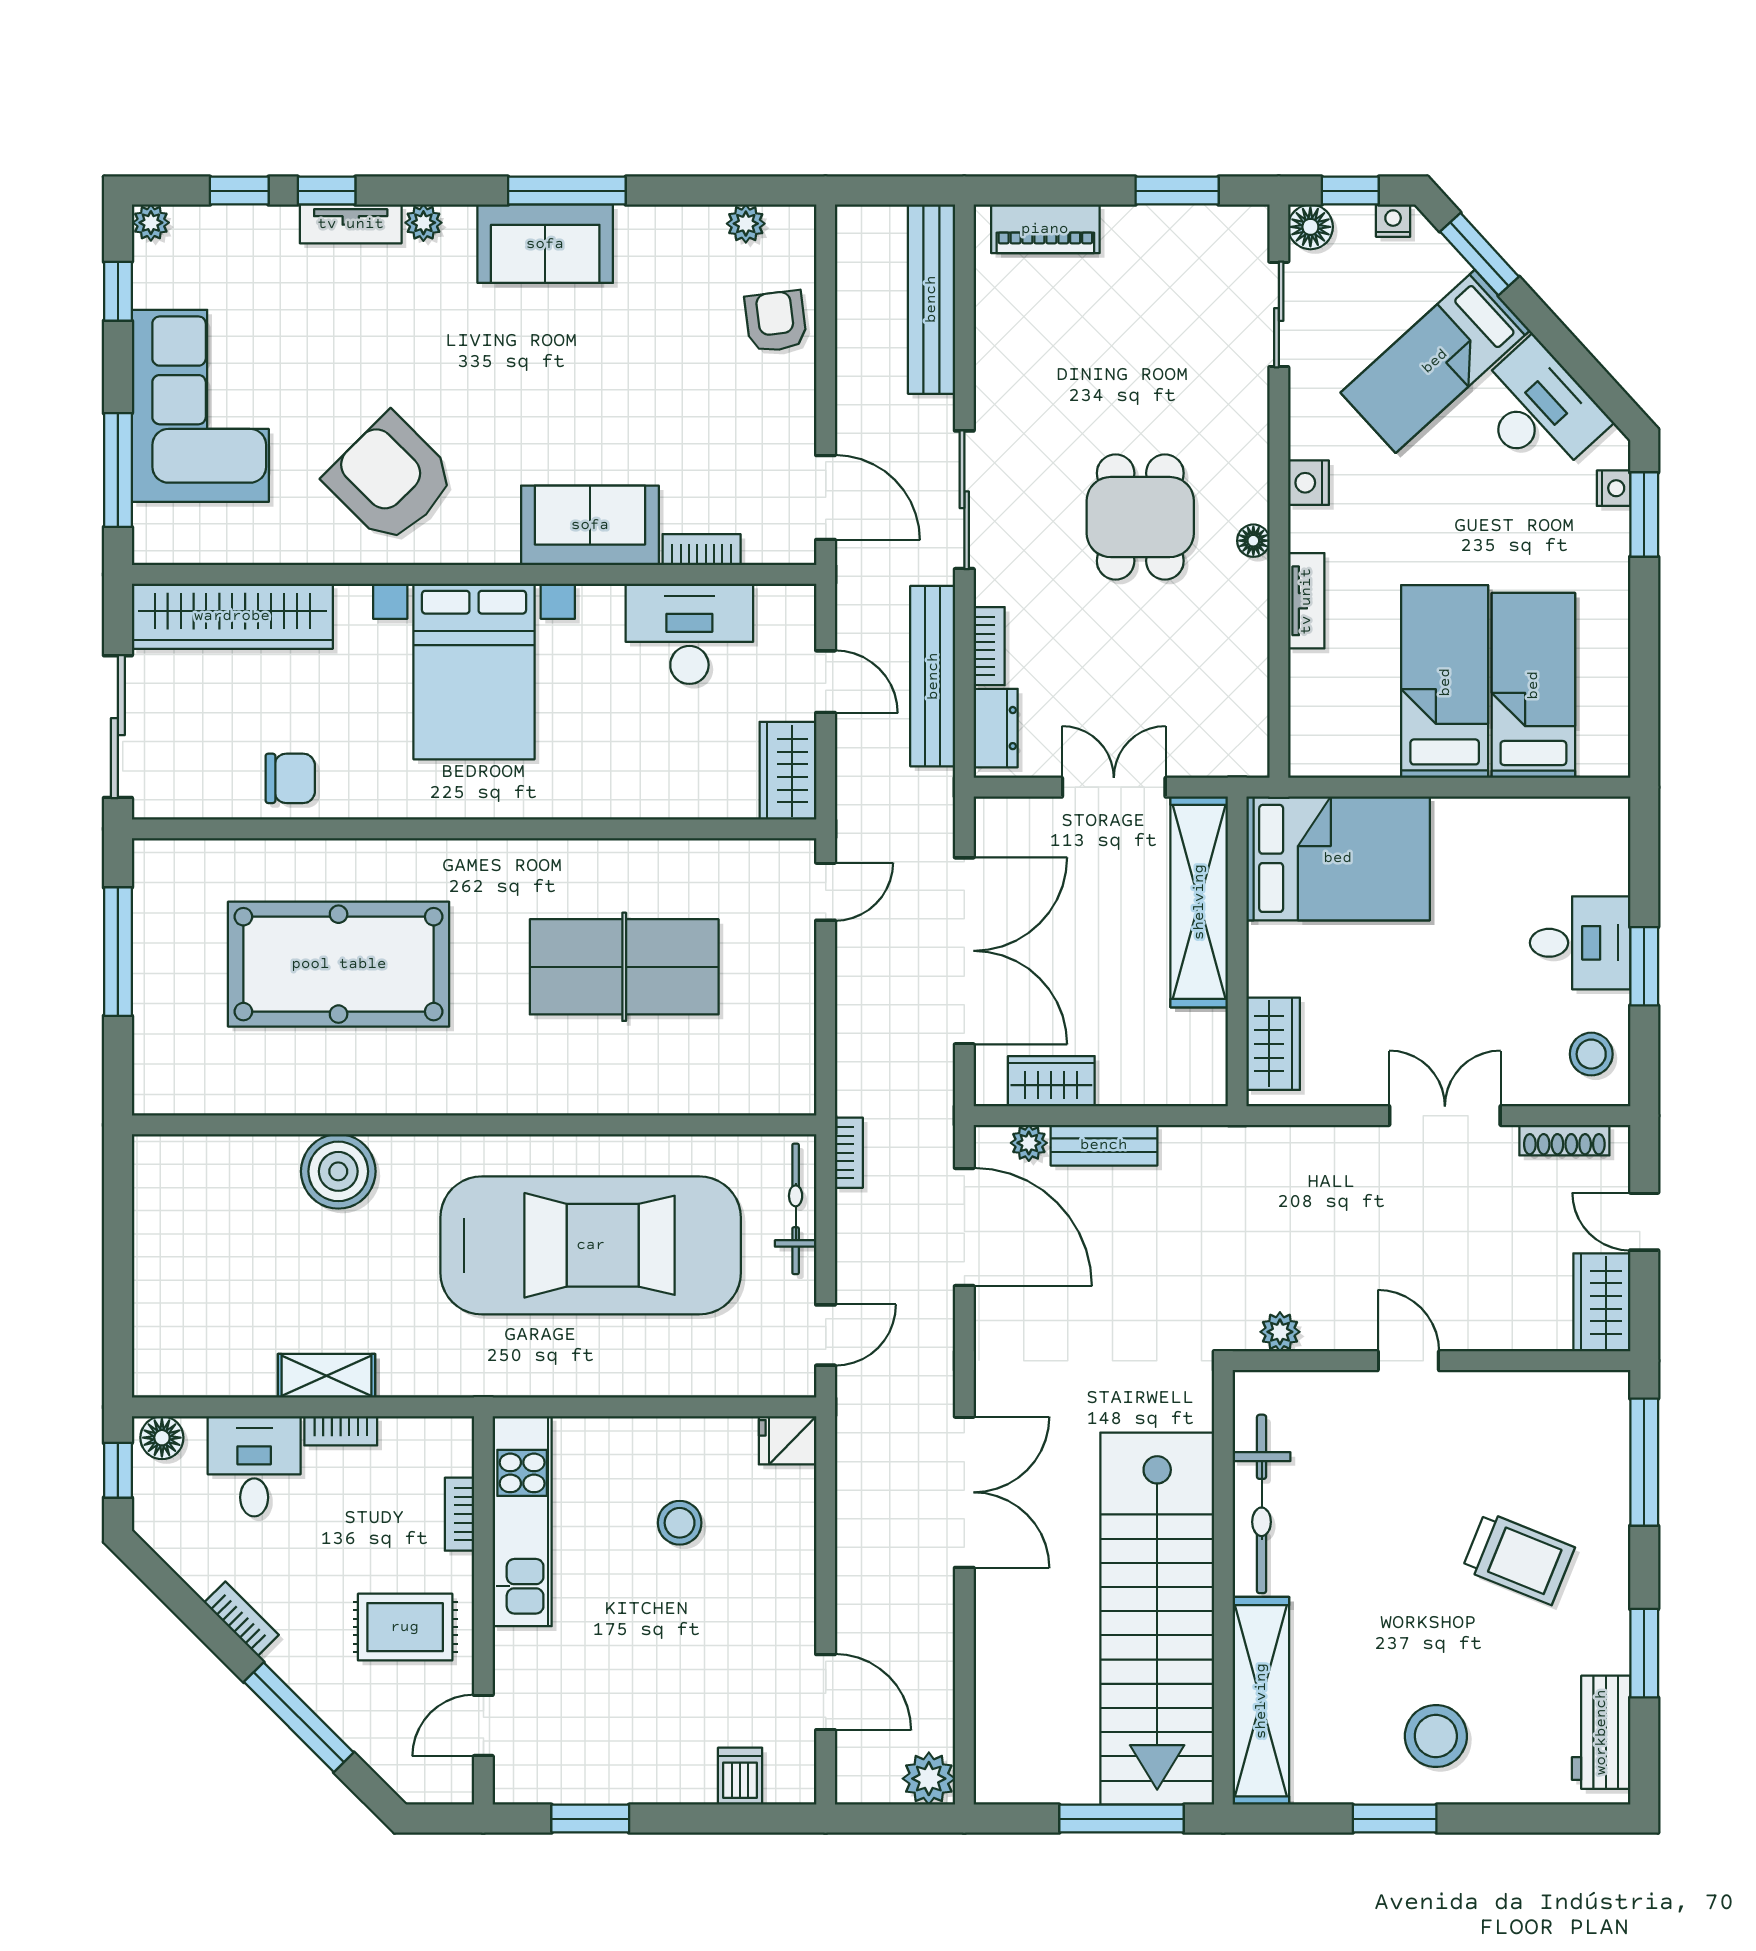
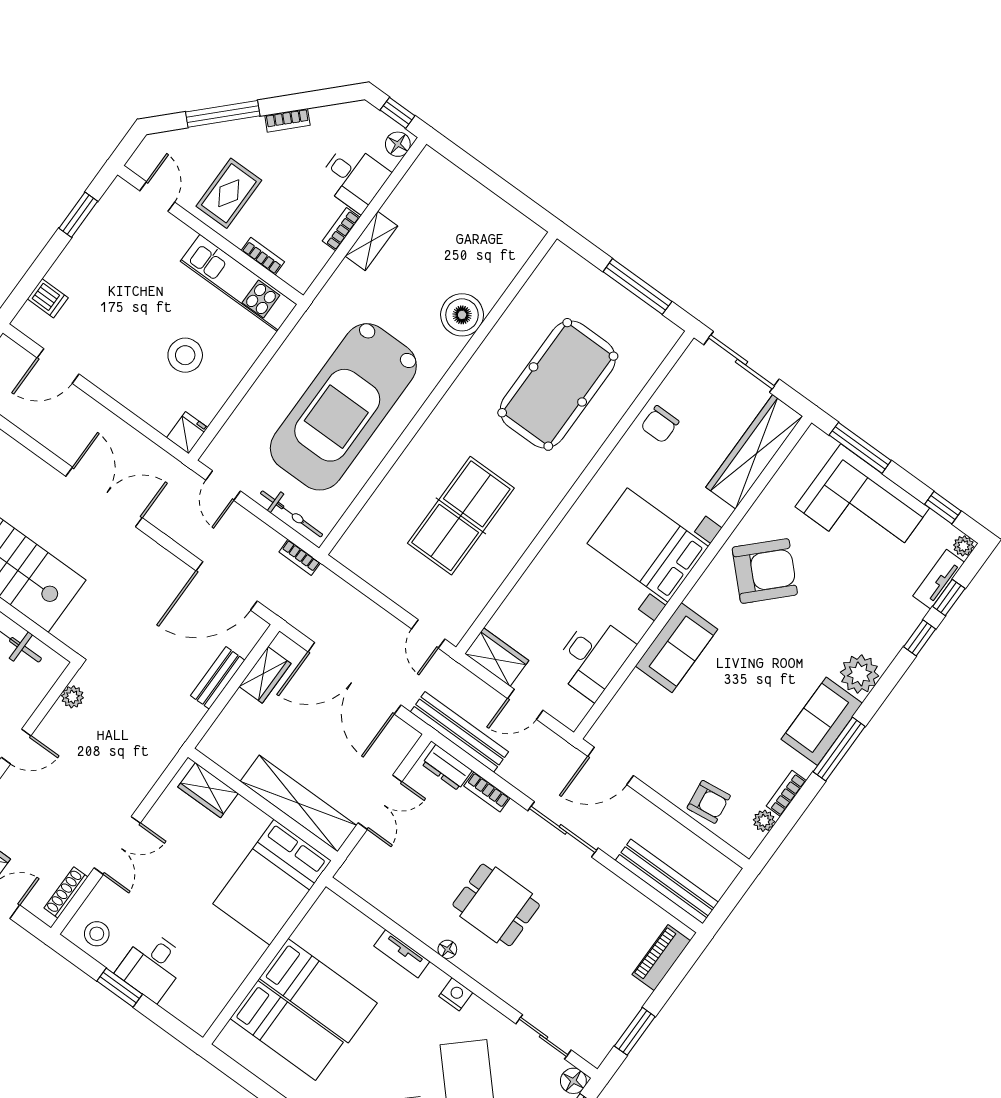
plant: (423, 223) -> (860, 674), width x1.88, depth x1.88
tv unit: (351, 224) -> (939, 579), moved
bookcase: (702, 550) -> (786, 793), moved, turned 180
bench: (933, 676) -> (459, 732), moved
plant: (1029, 1143) -> (244, 644), removed
double door: (964, 1492) -> (104, 497), swing flipped
stool: (680, 1523) -> (185, 355), width x1.38, depth x1.38

